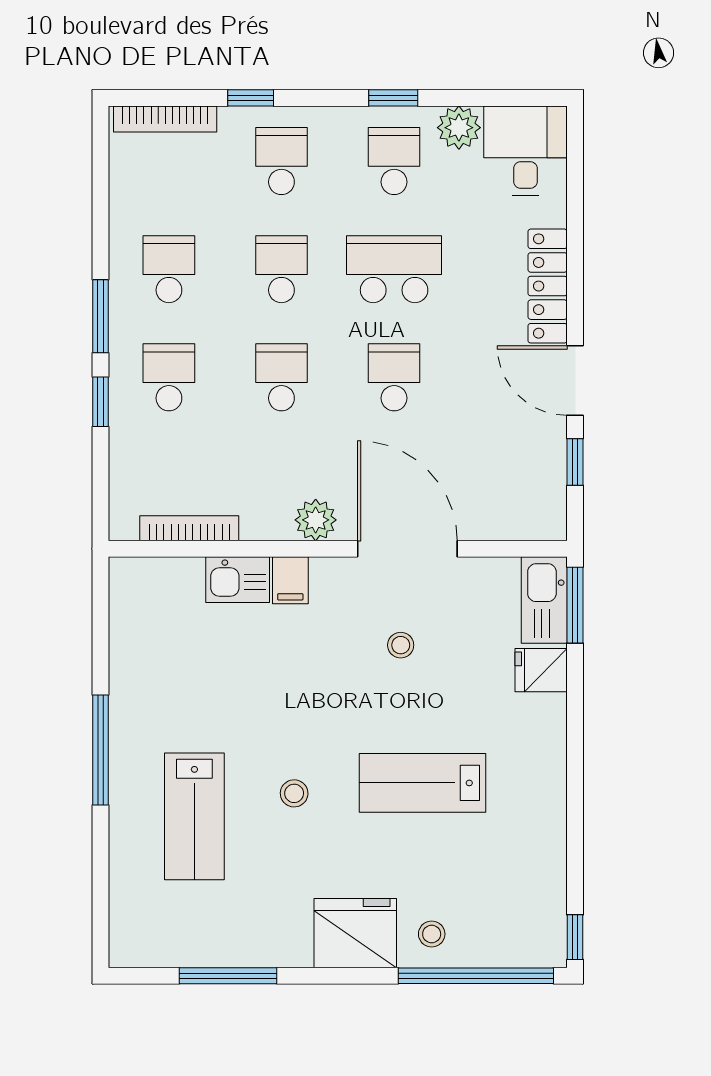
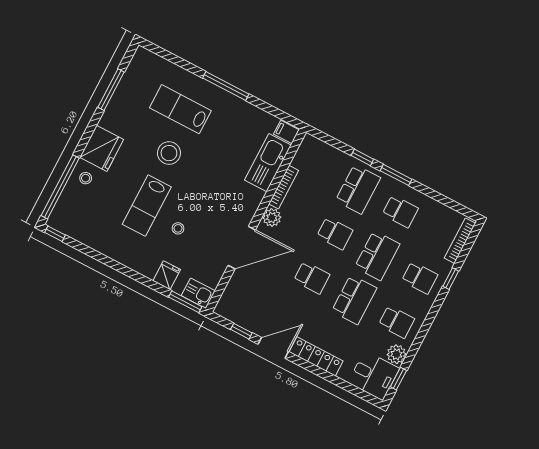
window: (393, 98) -> (398, 379), moved
school desk: (281, 269) -> (377, 256), width x1.85
school desk: (169, 377) -> (358, 189), width x1.85
bookcase: (189, 528) -> (284, 187), moved
kitchen sink: (238, 580) -> (268, 163), width x1.87, depth x1.24
filing cabinet: (290, 580) -> (286, 132), moved
kitchen sink: (544, 600) -> (198, 293), width x0.73
stool: (401, 645) -> (178, 228), moved
lab bench: (423, 783) -> (147, 206), turned 180
stool: (294, 793) -> (169, 153), width x1.89, depth x1.89

